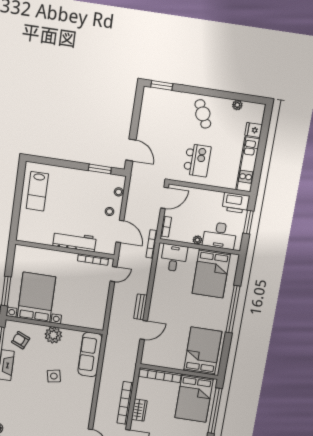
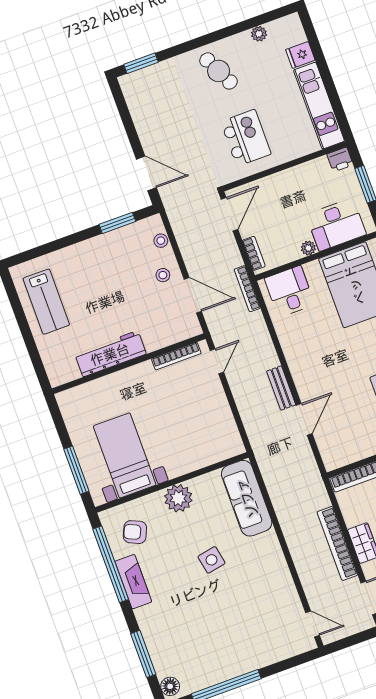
printer: (236, 203) -> (340, 160), width x0.53, depth x0.68
workbench: (74, 241) -> (110, 354), moved
bed with nightstands: (36, 297) -> (125, 455), width x0.73

